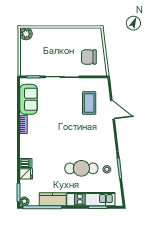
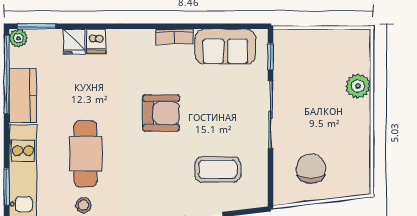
plant: (26, 34) -> (358, 86), moved
armchair: (61, 131) -> (161, 113), added

